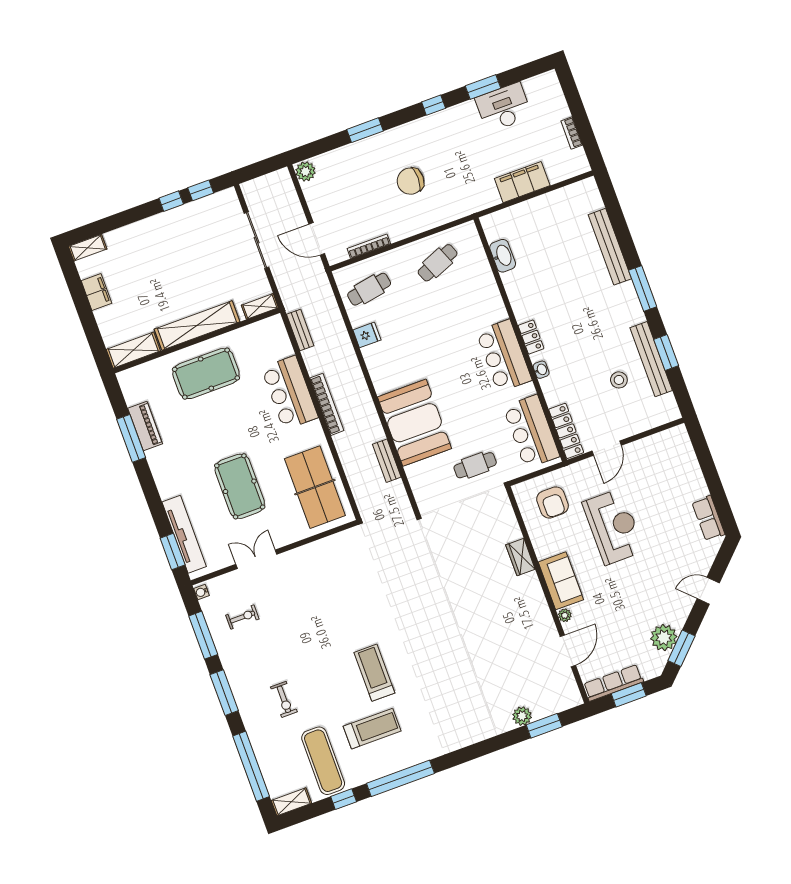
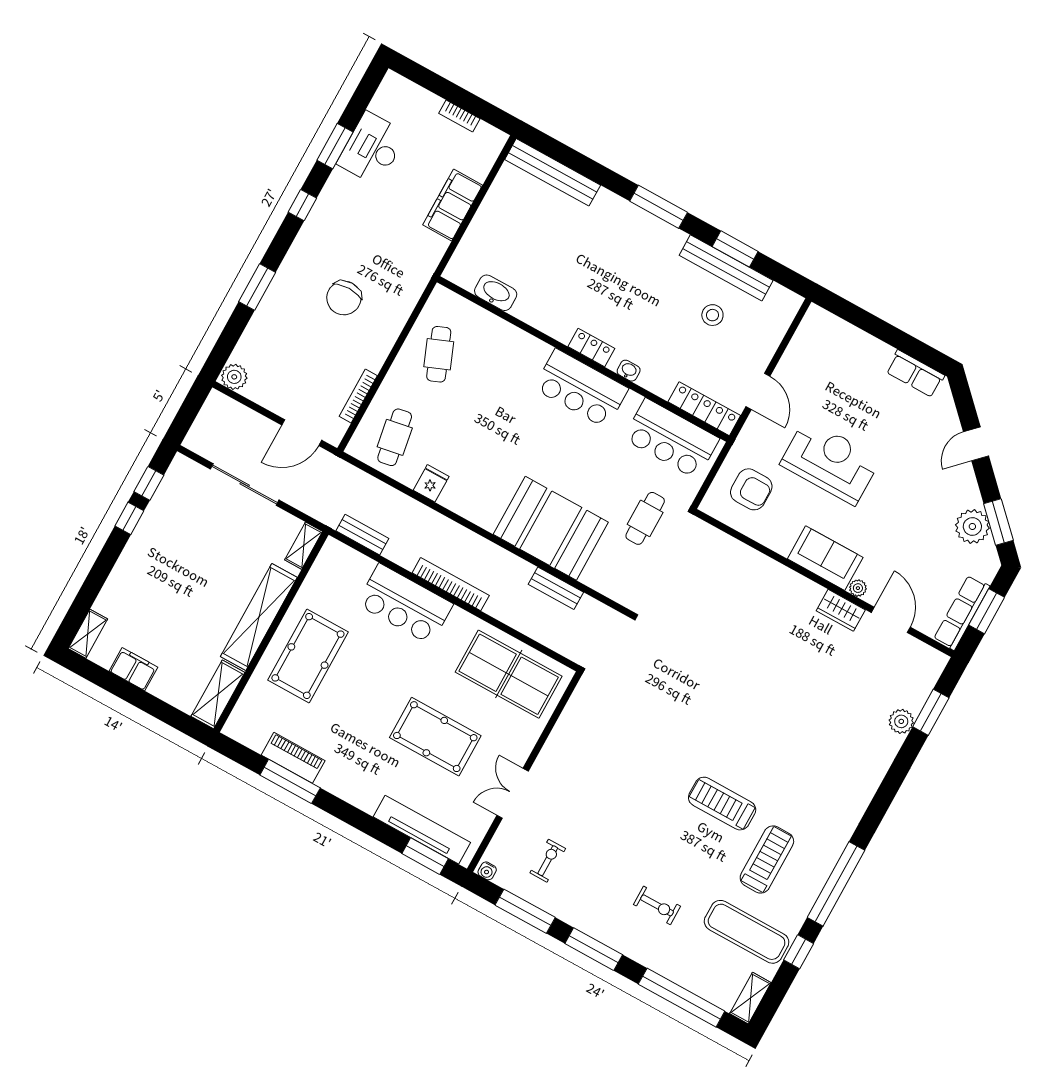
bench: (610, 247) -> (553, 172), moved
wardrobe: (520, 557) -> (841, 610), moved

